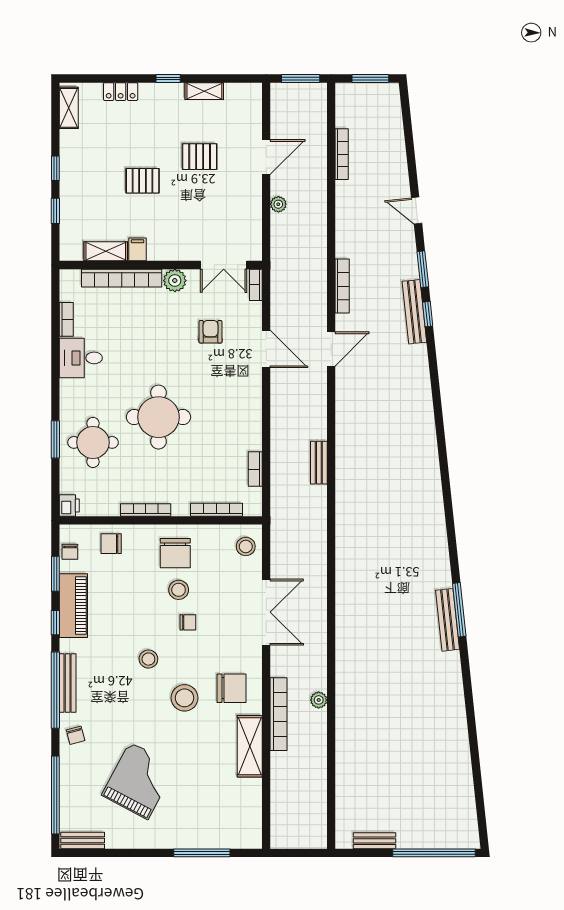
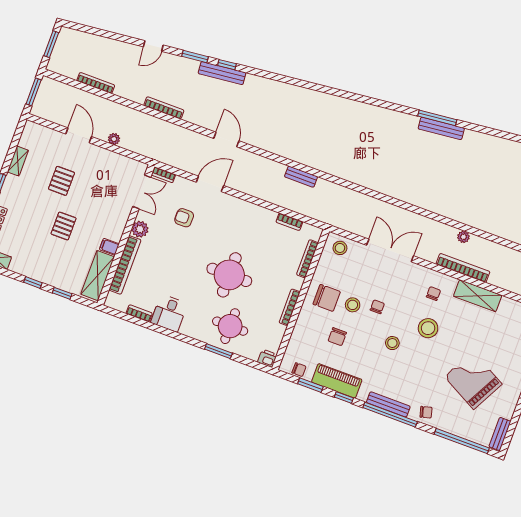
shelving: (106, 251) -> (98, 276), width x1.50, depth x1.33
bookcase: (342, 286) -> (164, 108), moved
chair: (111, 544) -> (337, 337), moved
chair: (232, 688) -> (433, 294), width x0.54, depth x0.54

